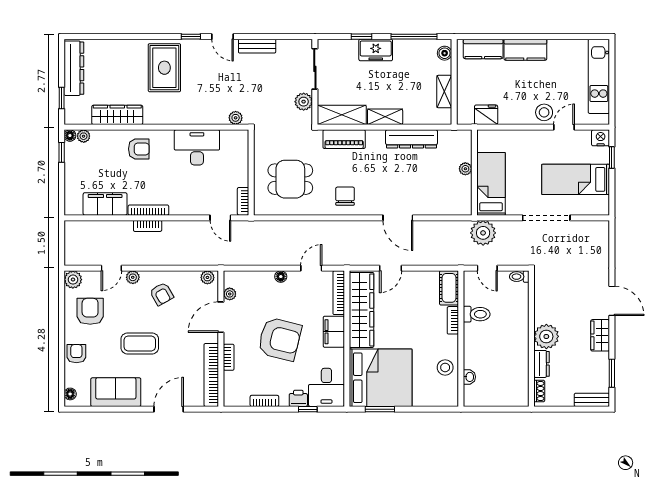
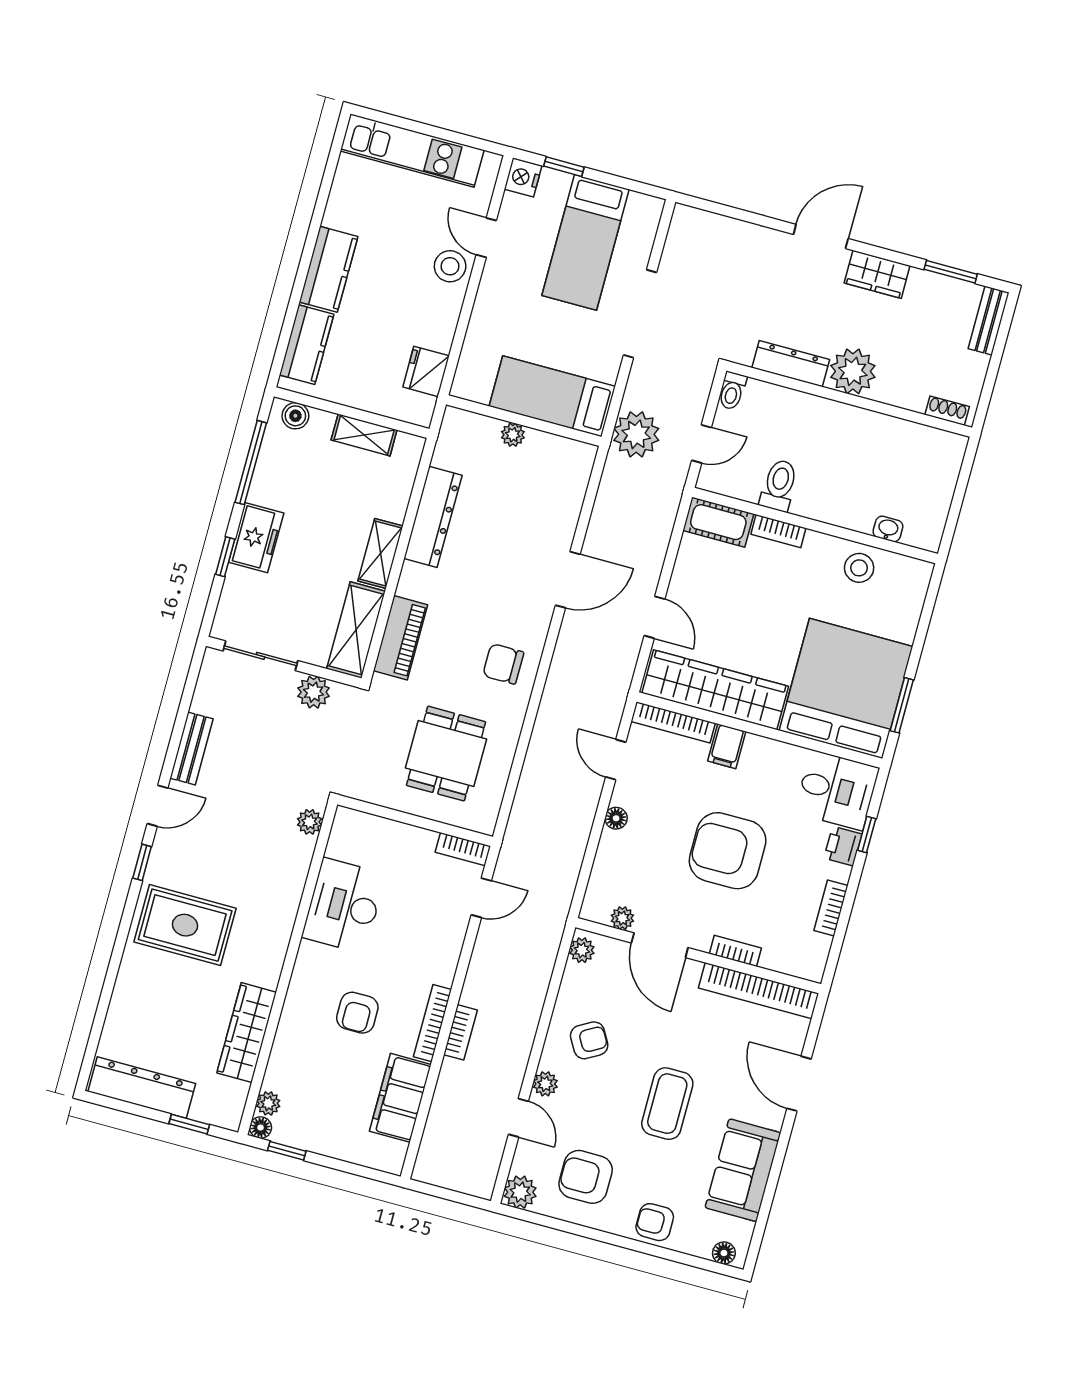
armchair: (139, 149) -> (357, 1013), moved, turned 180
filing cabinet: (334, 332) -> (727, 746), width x0.50
armchair: (280, 339) -> (728, 851), turned -104
dresser: (542, 364) -> (791, 364), moved, width x1.44

